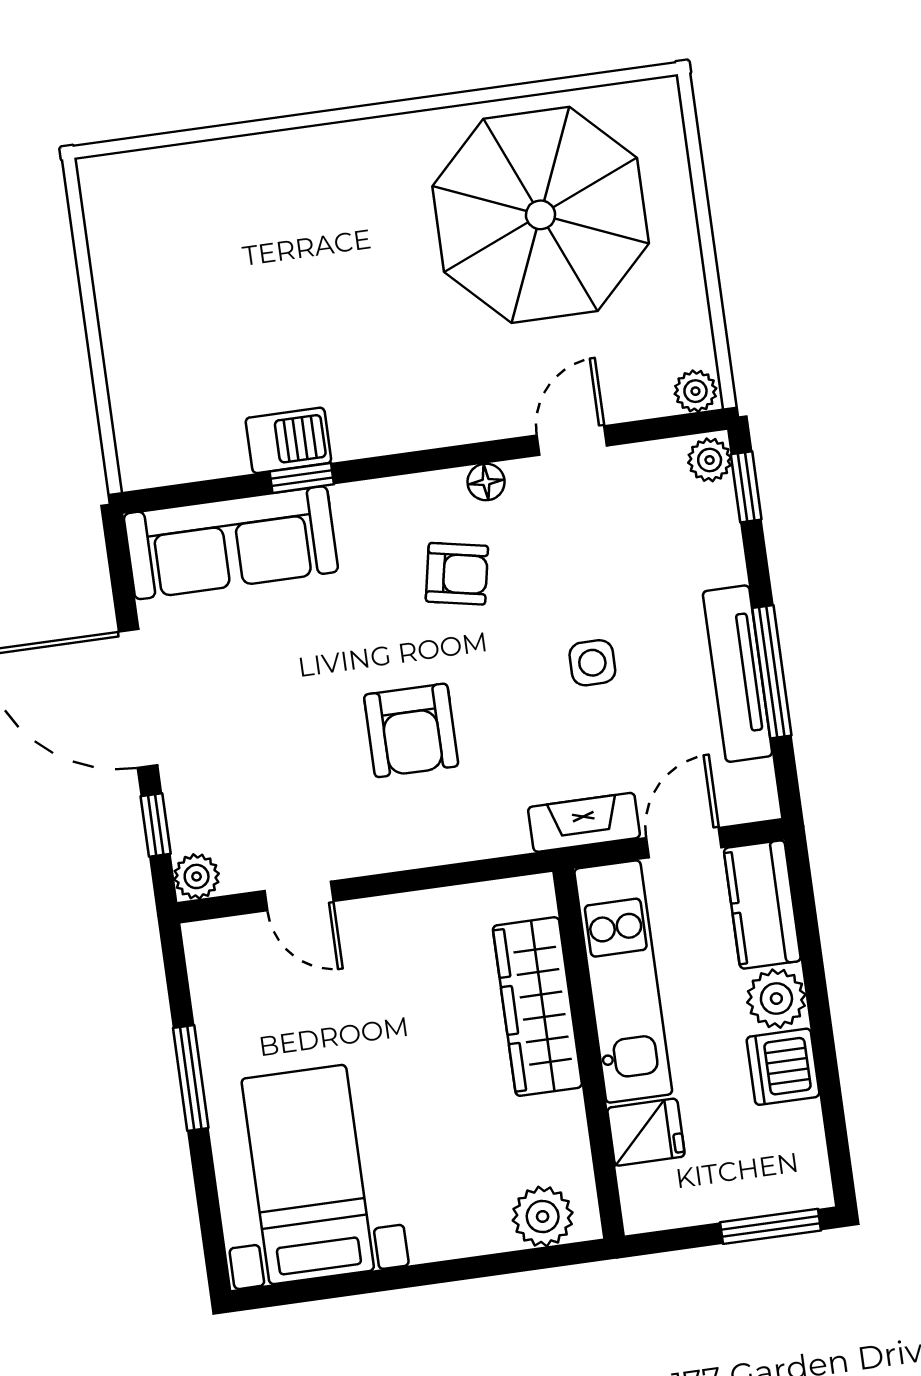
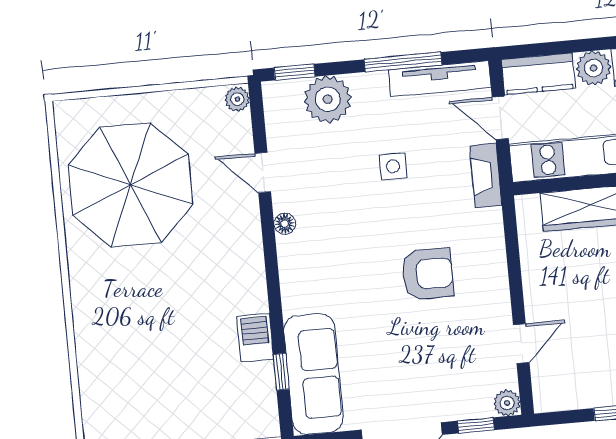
plant: (710, 460) -> (328, 99), moved, width x1.88, depth x1.88
window: (302, 478) -> (281, 372), moved
armchair: (457, 574) -> (337, 243), removed
tv unit: (738, 674) -> (440, 79), moved

